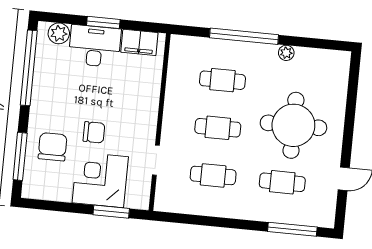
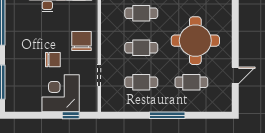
chair: (53, 147) -> (81, 41), moved
window: (111, 212) -> (71, 115), width x0.67
window: (292, 229) -> (167, 115), moved

